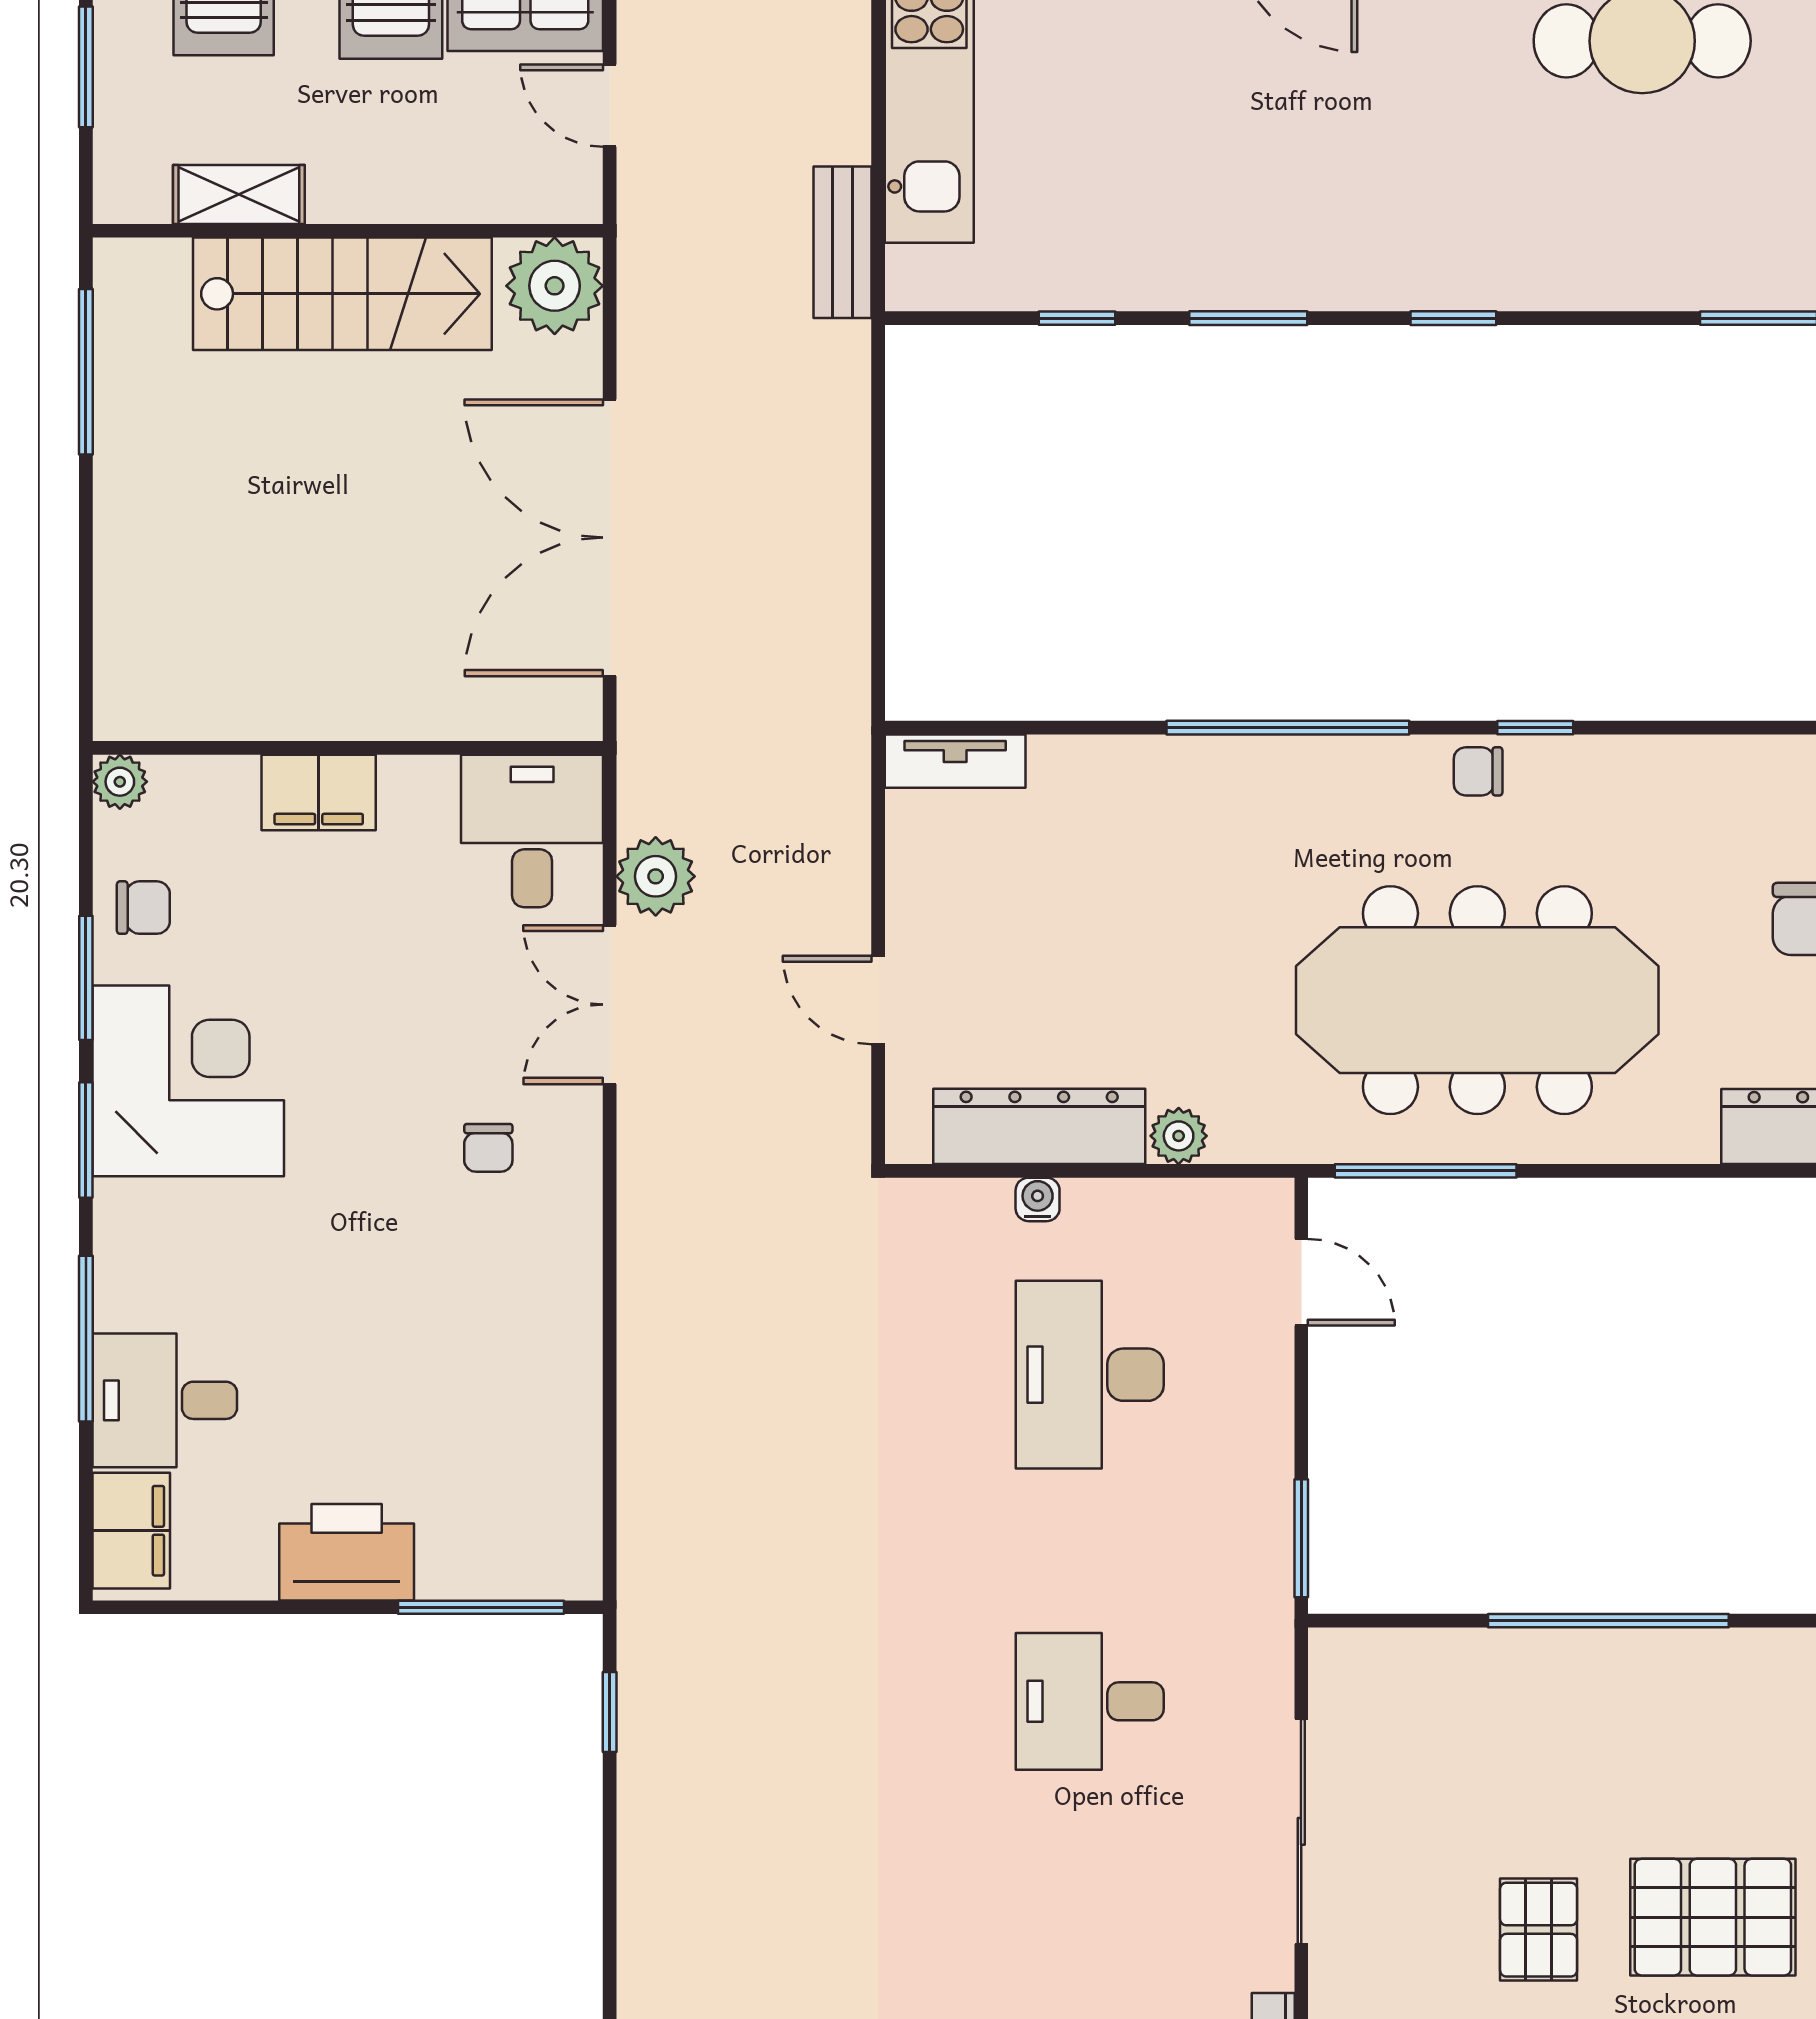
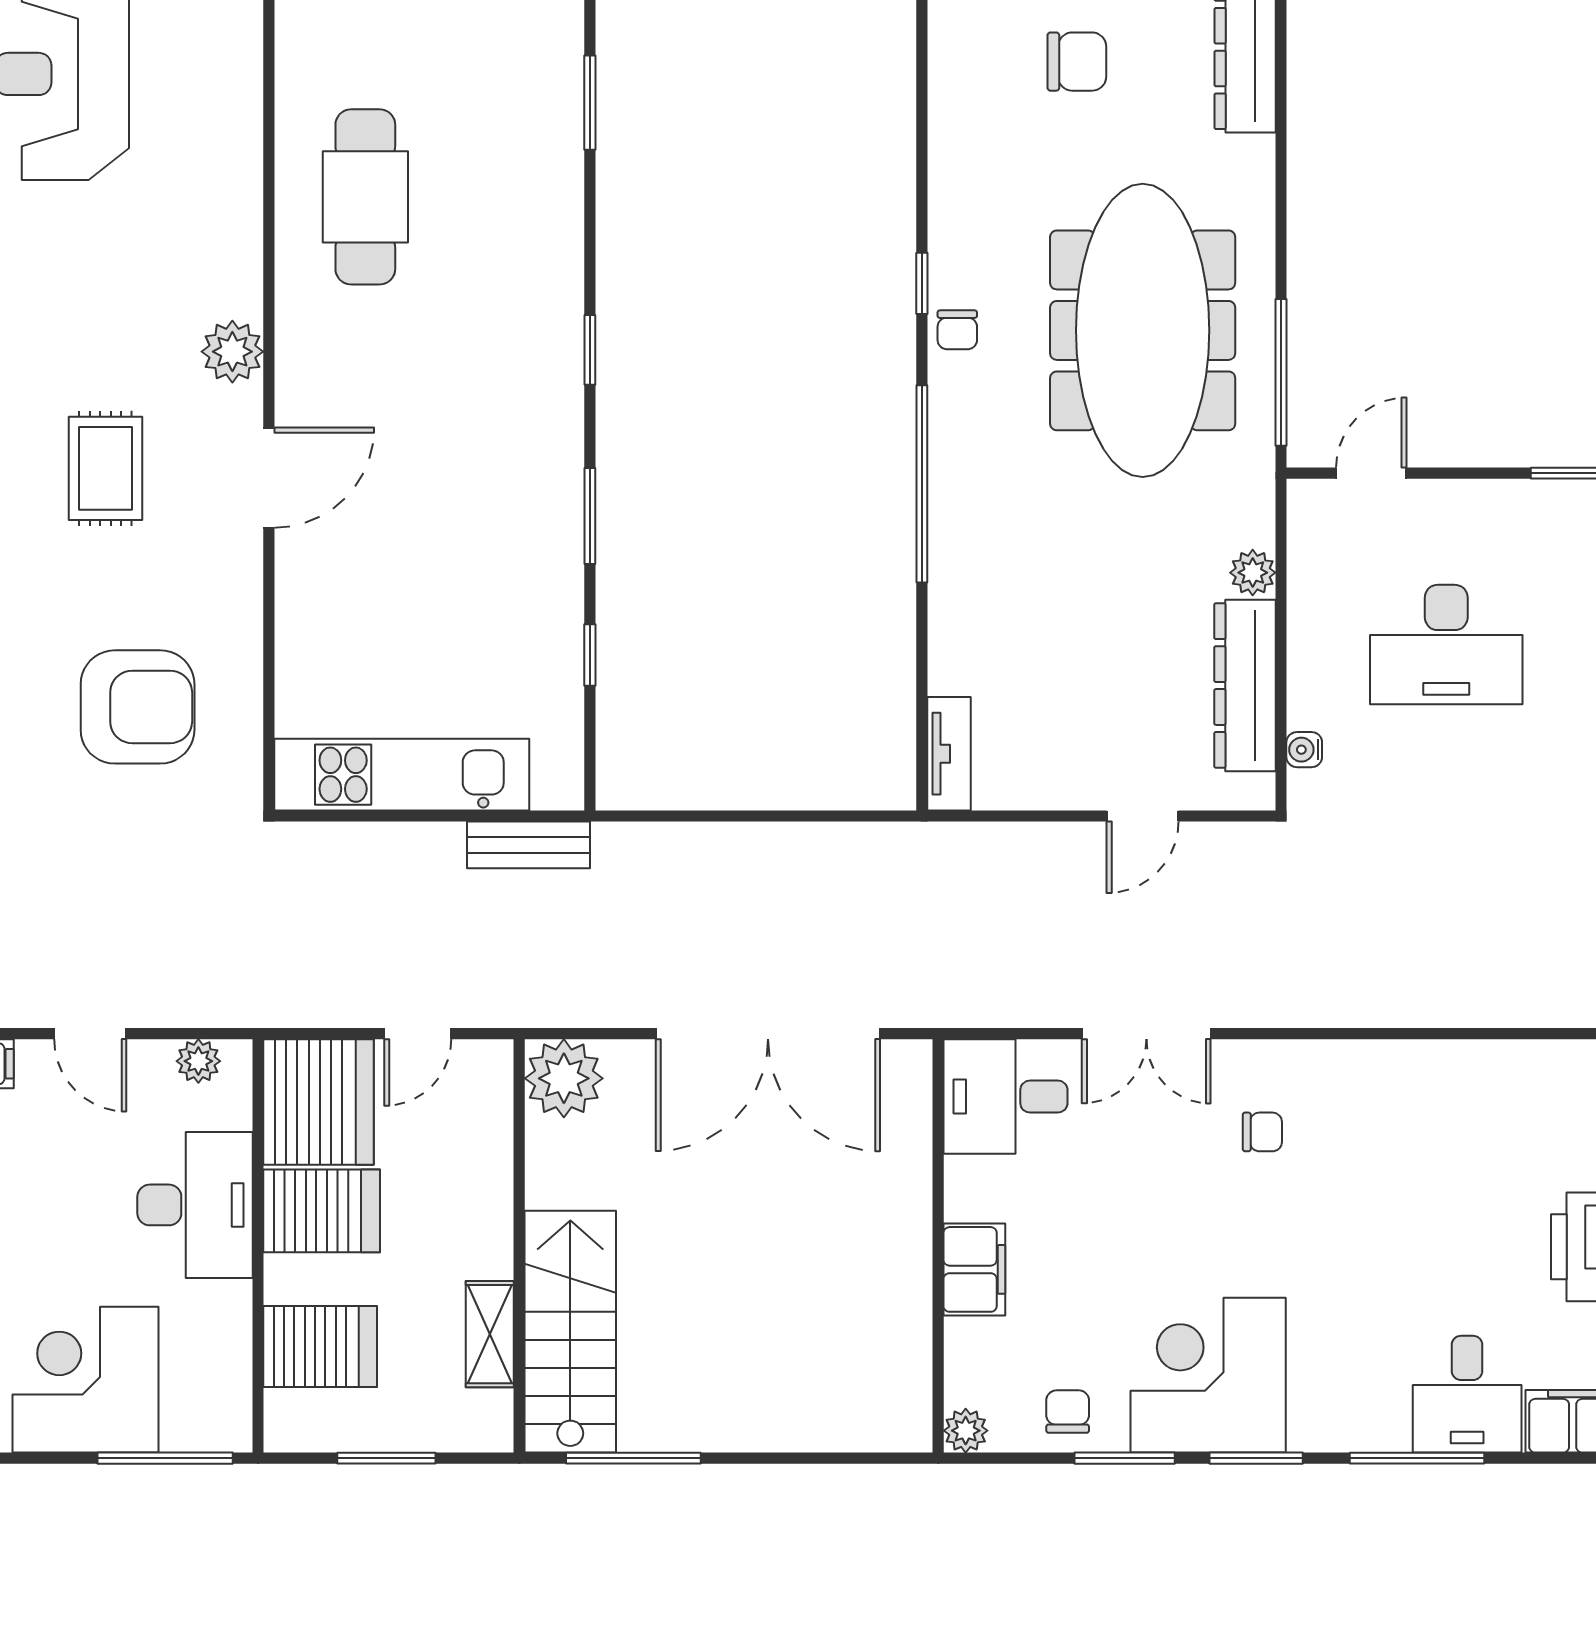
stairs: (342, 294) -> (570, 1332), moved
plant: (656, 876) -> (1042, 996), removed
water cooler: (1038, 1199) -> (1304, 750), moved

